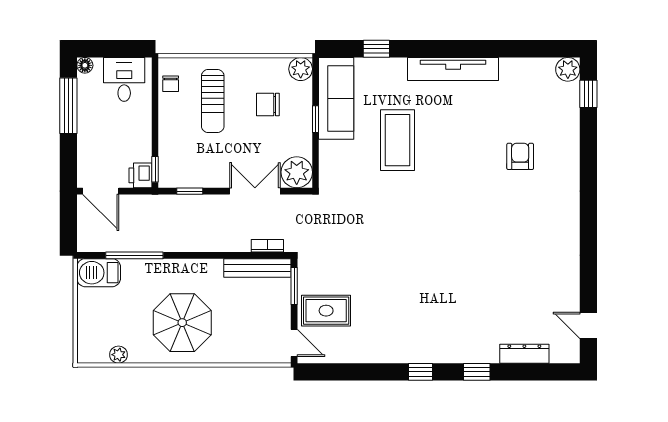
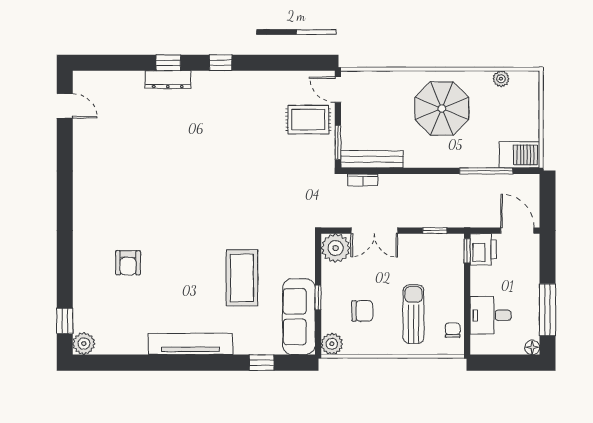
desk: (124, 79) -> (490, 315), moved, turned 90
printer: (140, 175) -> (483, 249), width x1.36, depth x1.24
dresser: (524, 354) -> (168, 80), moved

